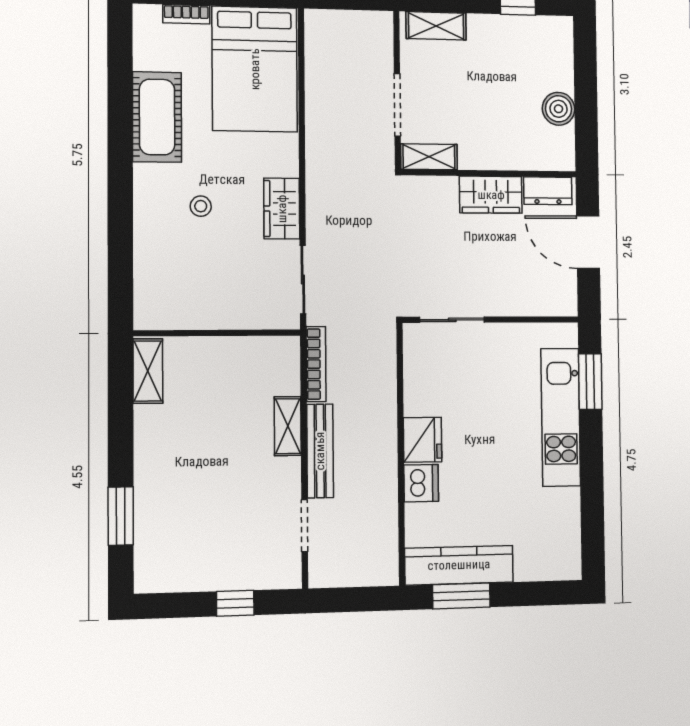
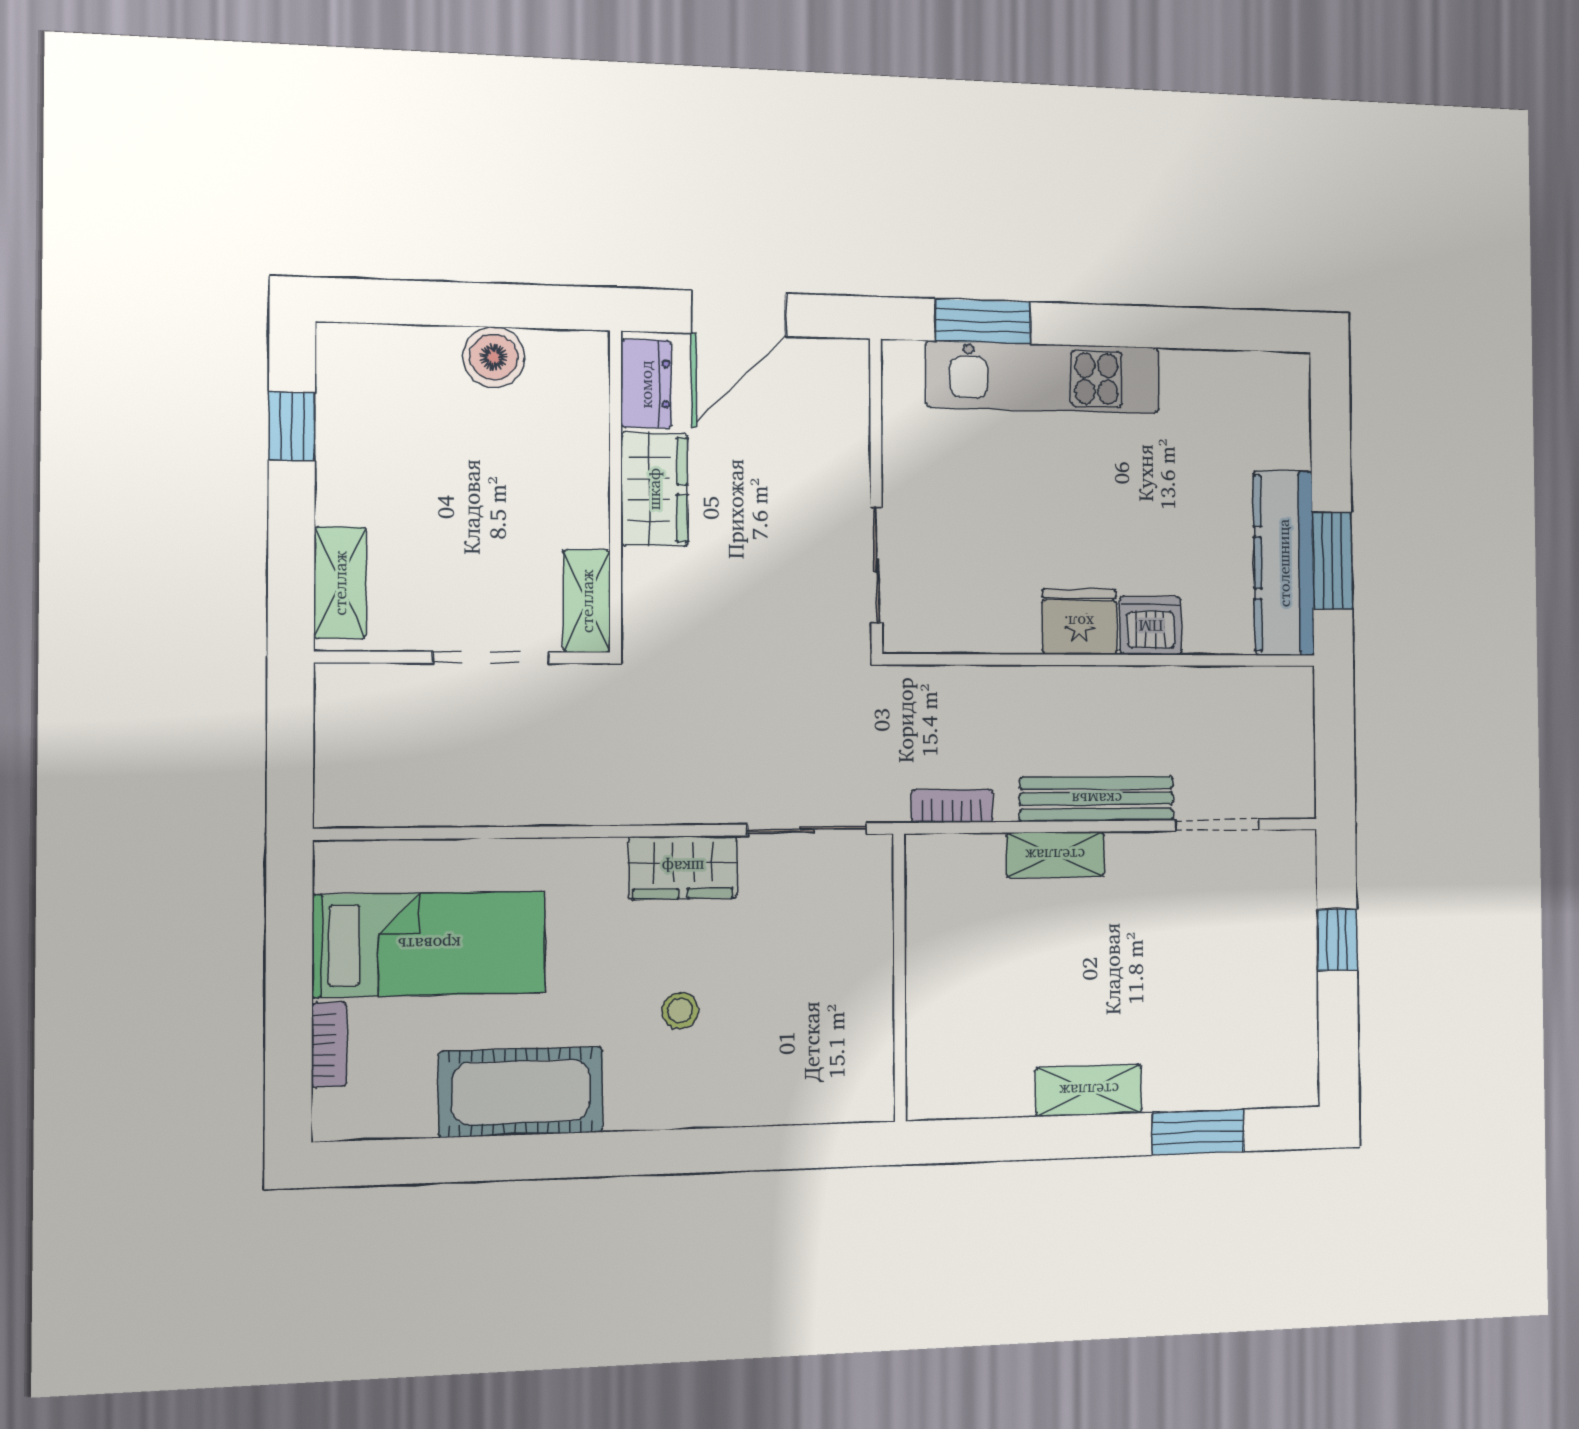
bed: (255, 69) -> (429, 944), width x0.67
bookcase: (316, 364) -> (952, 806), width x0.64
shelving: (148, 371) -> (1089, 1090), moved

